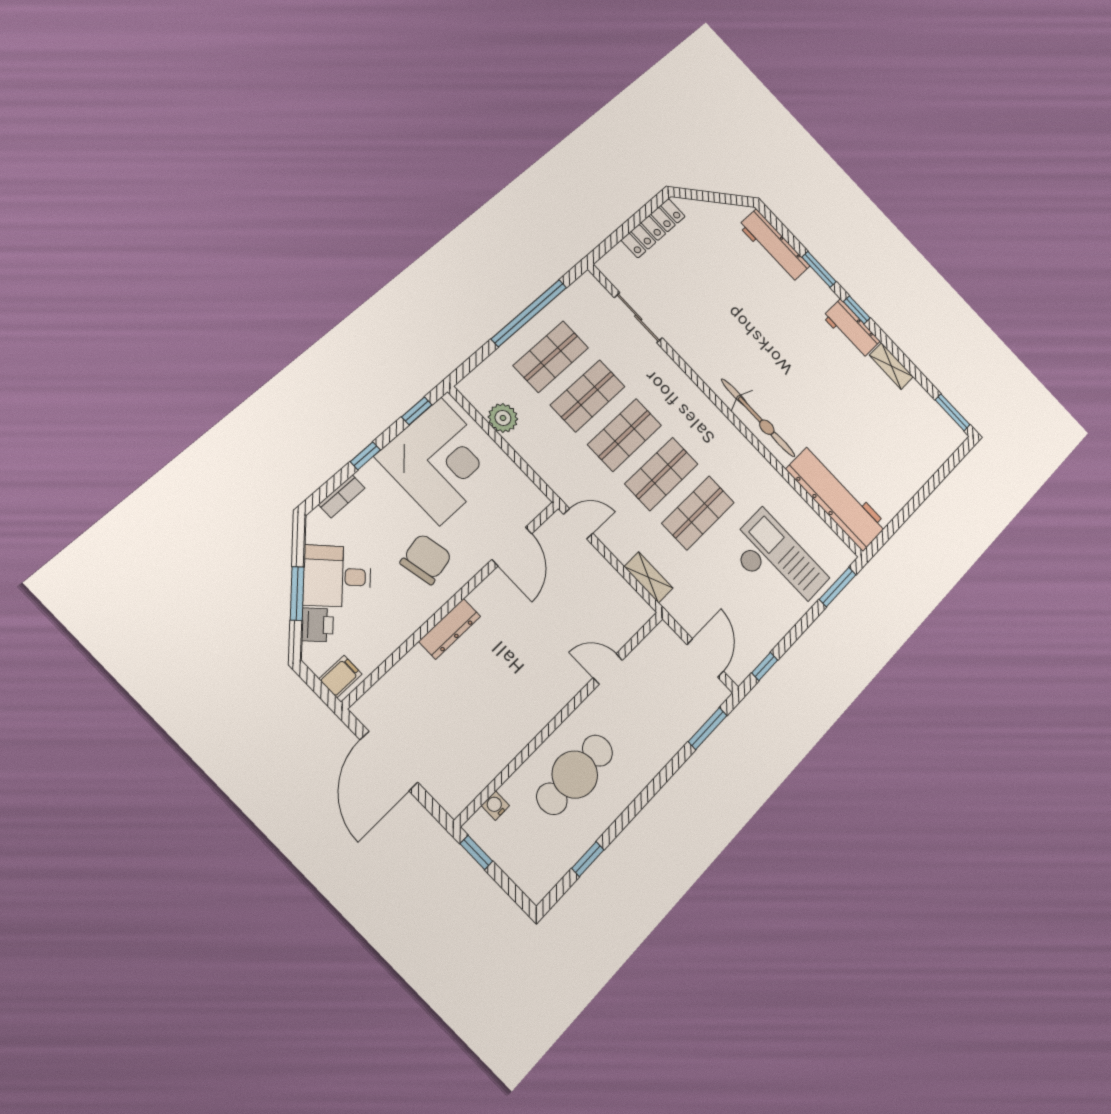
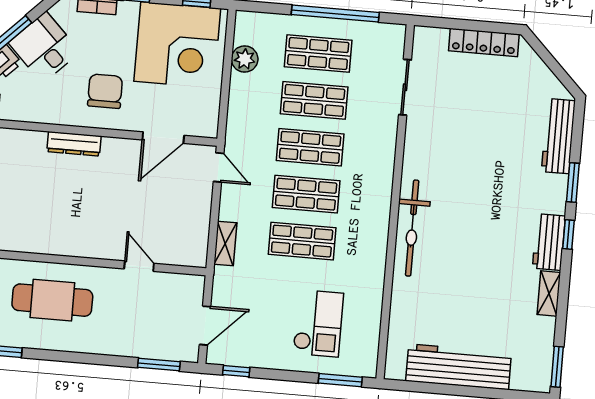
workbench: (837, 497) -> (459, 367), moved, turned -90
chair: (426, 559) -> (105, 91), turned -78
checkout: (777, 562) -> (318, 323), width x0.73, depth x0.83

